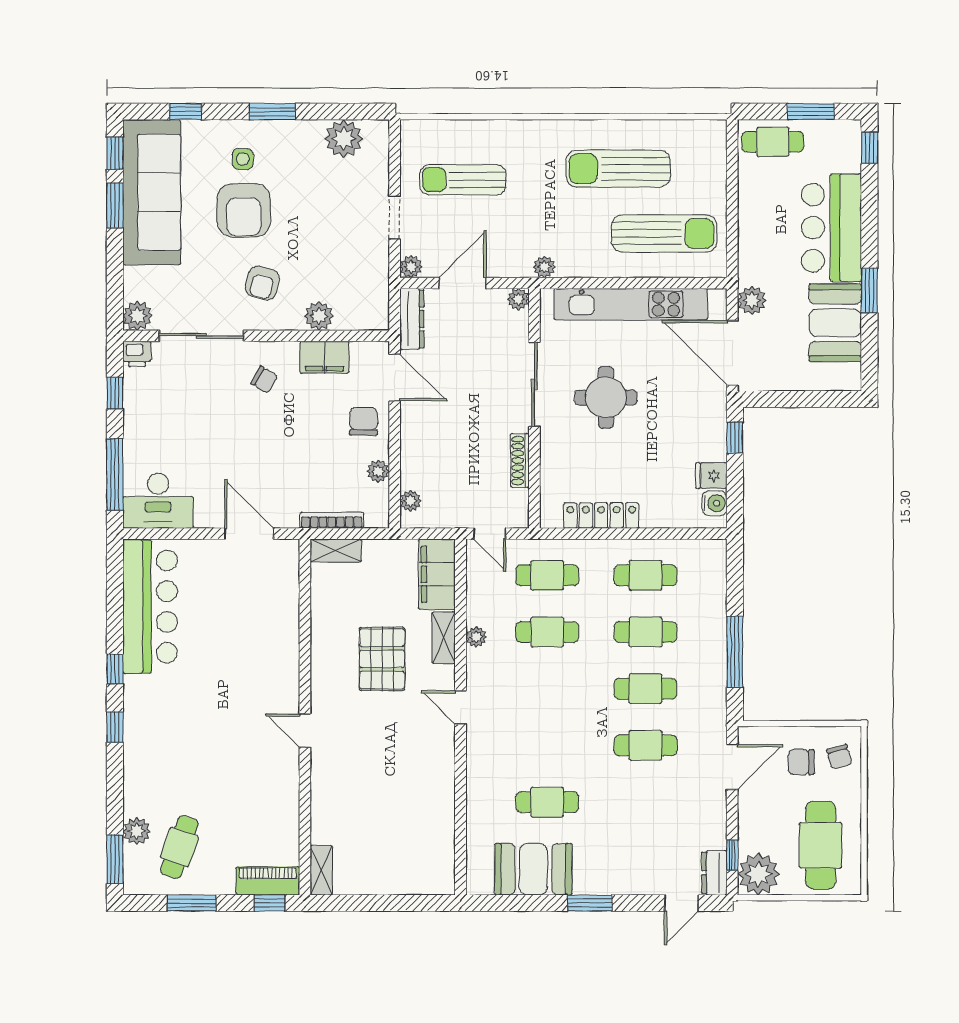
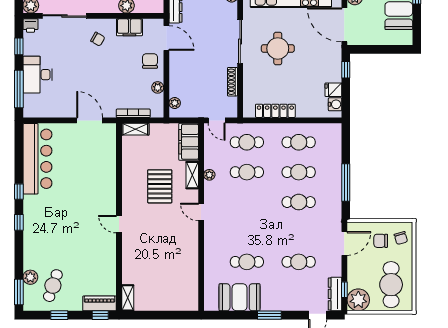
desk: (158, 501) -> (38, 75), moved, turned 90
cafe table: (646, 745) -> (299, 262), moved
dresser: (714, 873) -> (335, 294), width x1.44
window: (192, 903) -> (59, 315), width x0.67

